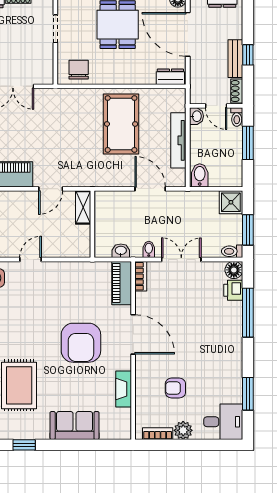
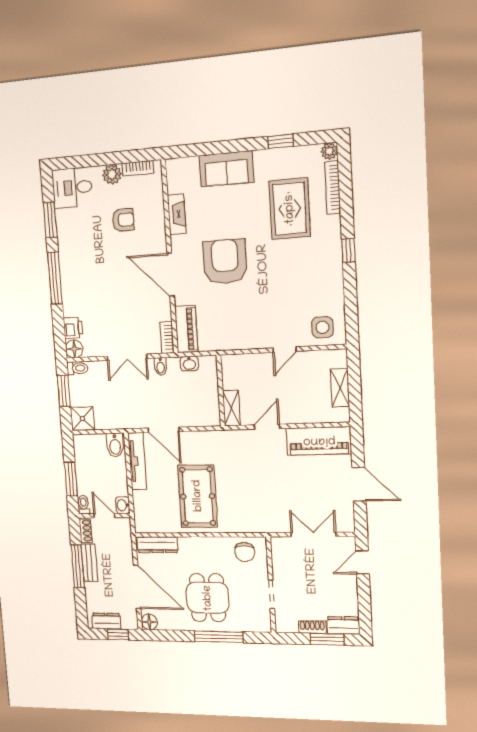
window: (248, 55) -> (78, 566), width x2.17
dresser: (170, 77) -> (157, 545), width x1.44
tv unit: (178, 140) -> (137, 461), moved
window: (248, 313) -> (55, 278), moved

